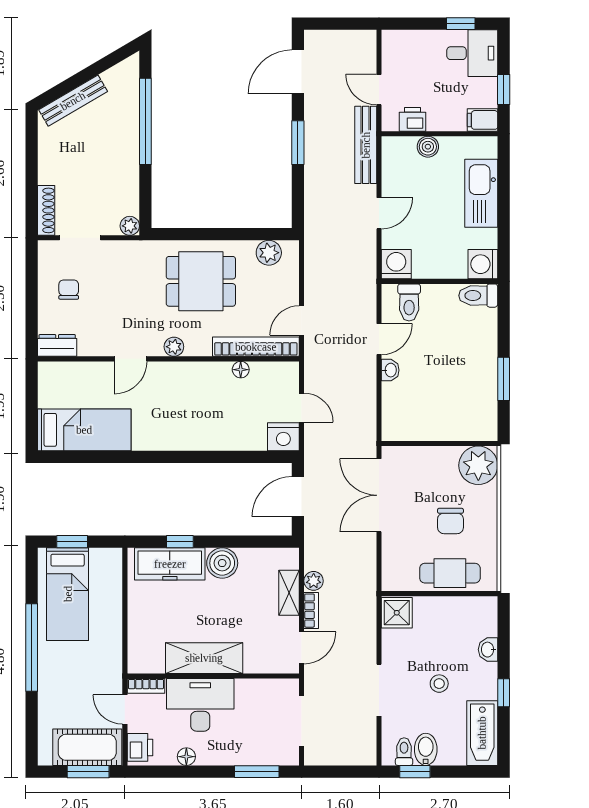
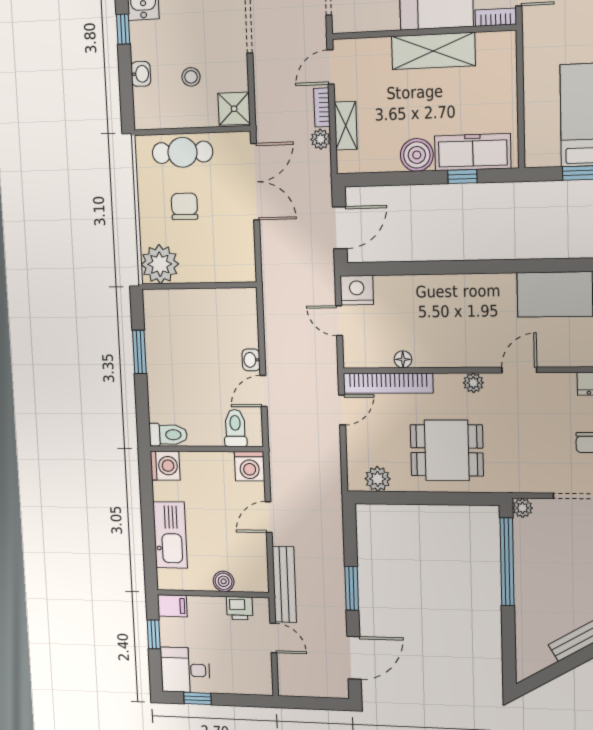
window: (145, 121) -> (507, 562), moved
double door: (379, 495) -> (255, 182), moved
stool: (439, 684) -> (191, 77), moved

